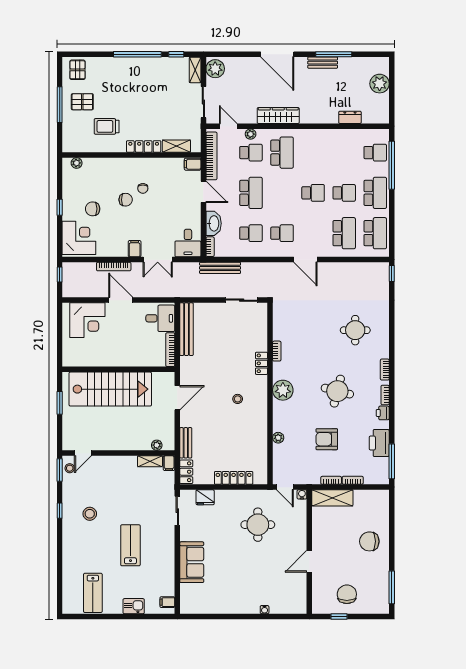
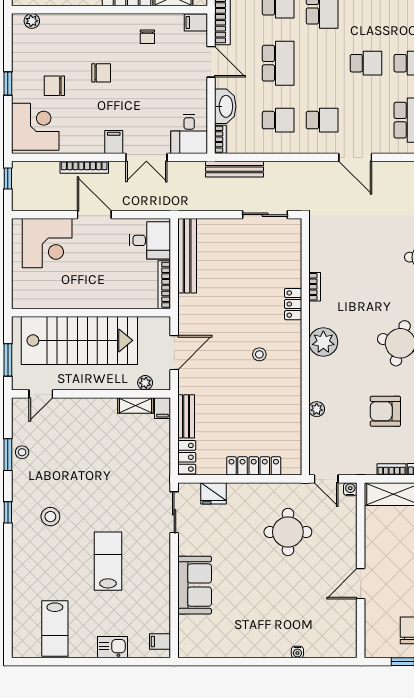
chair: (143, 188) -> (147, 37), moved
plant: (157, 445) -> (145, 383), moved
door: (83, 453) -> (41, 394), moved
wall: (118, 453) -> (91, 394), moved
shelving: (150, 461) -> (135, 405), moved
filing cabinet: (169, 463) -> (162, 408), moved

